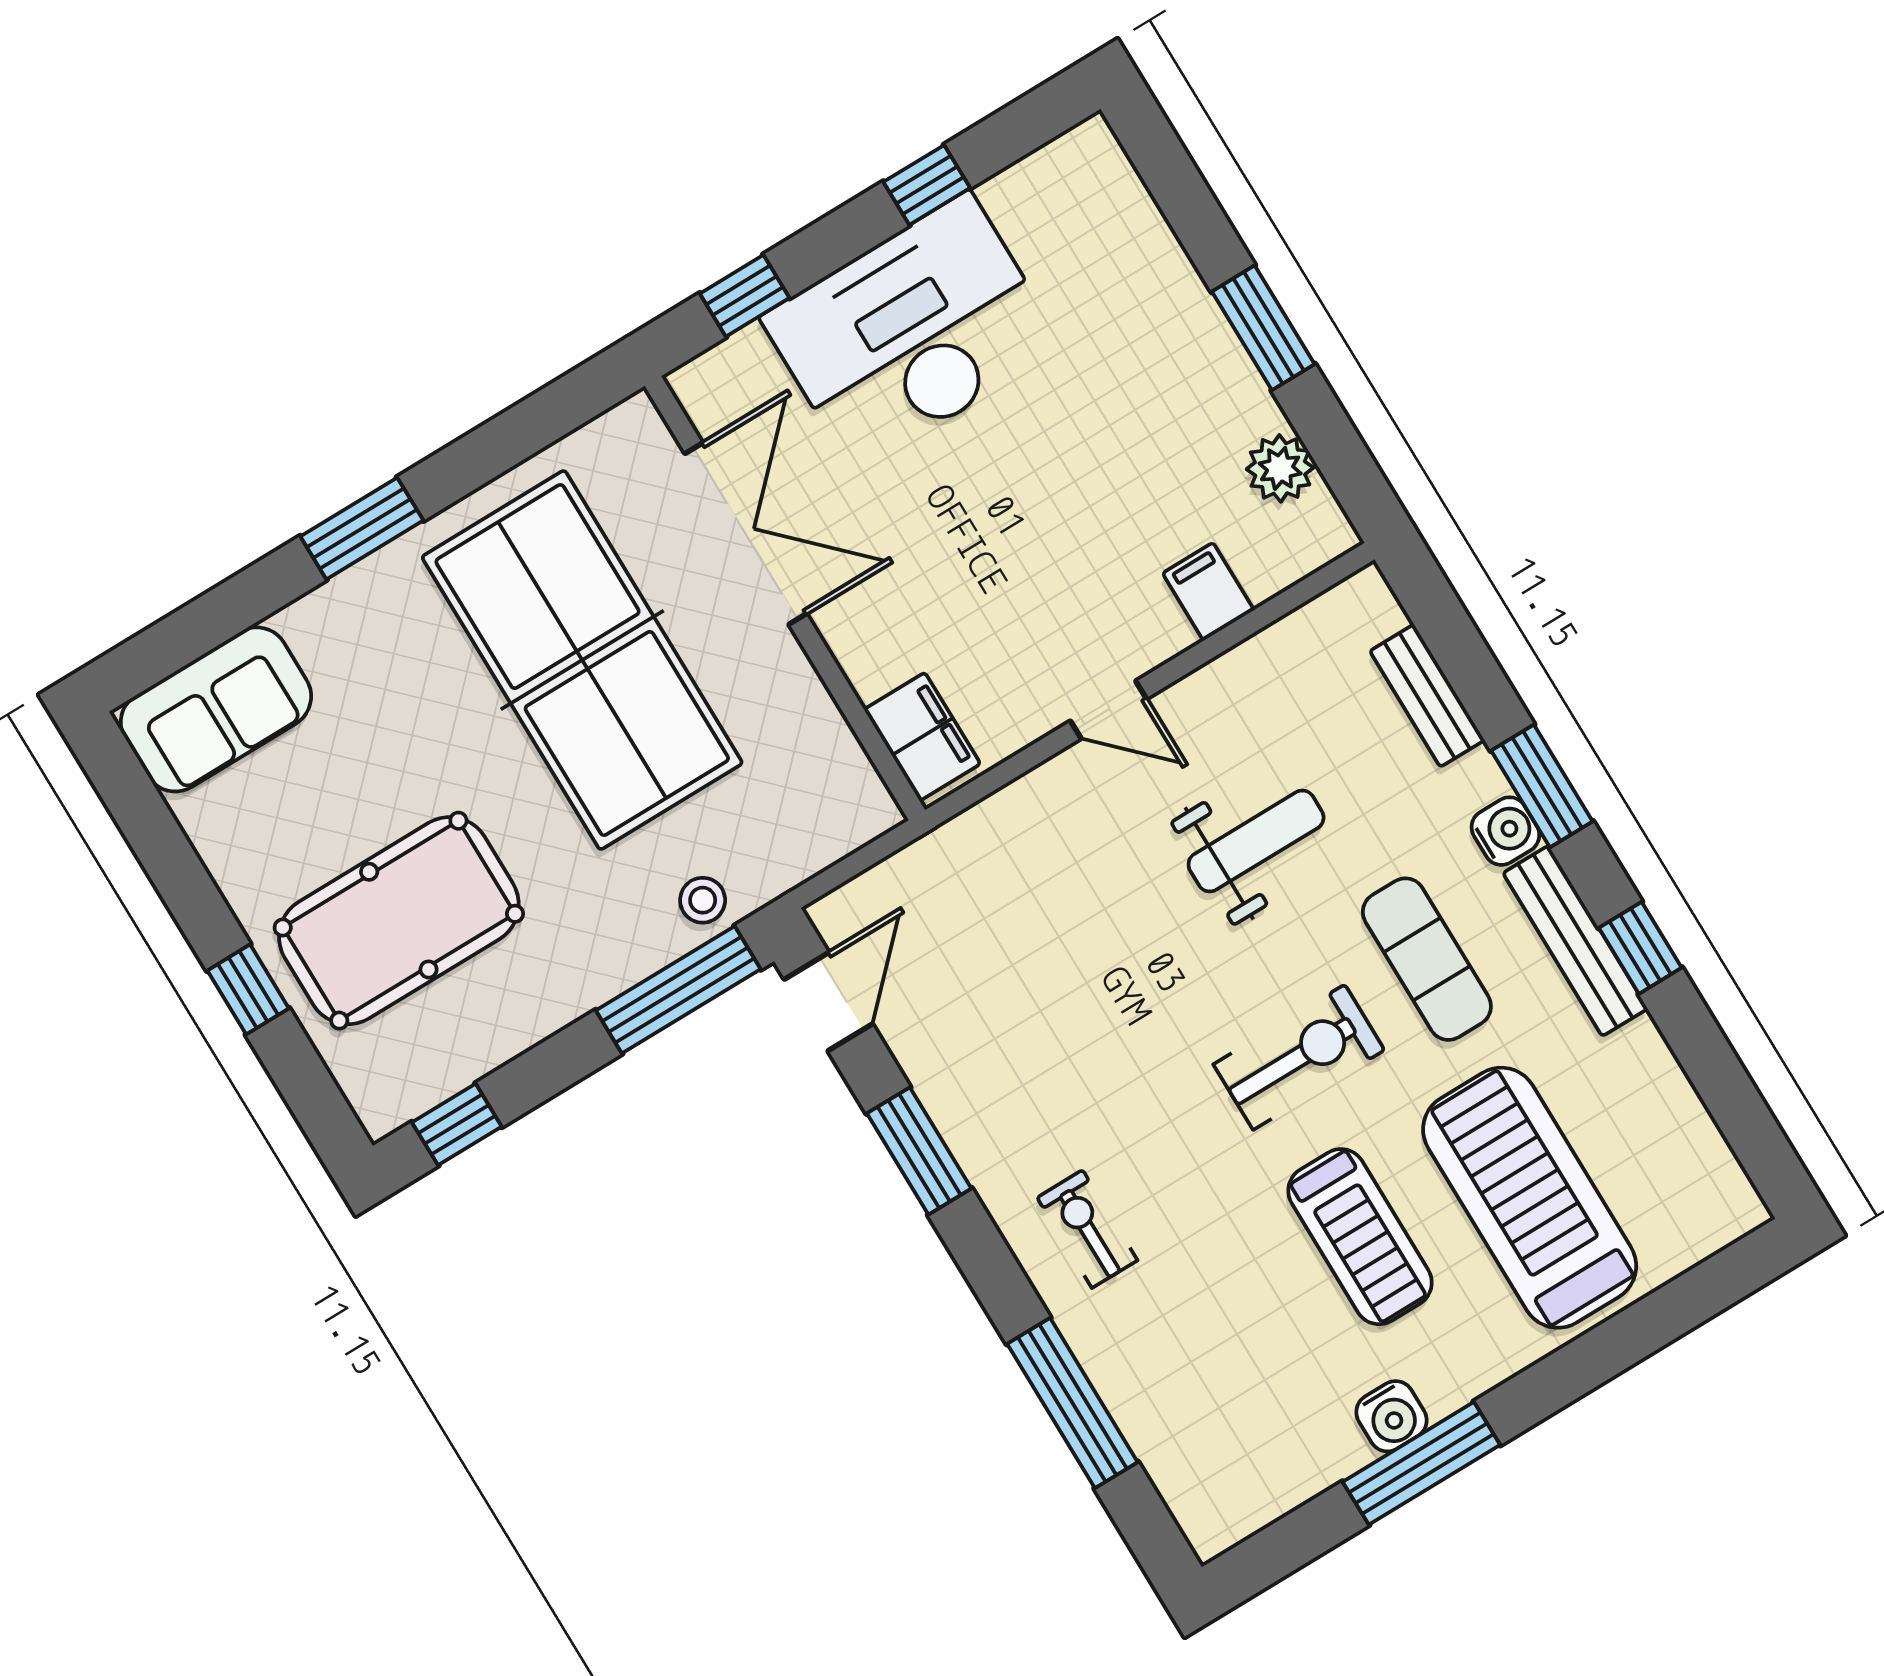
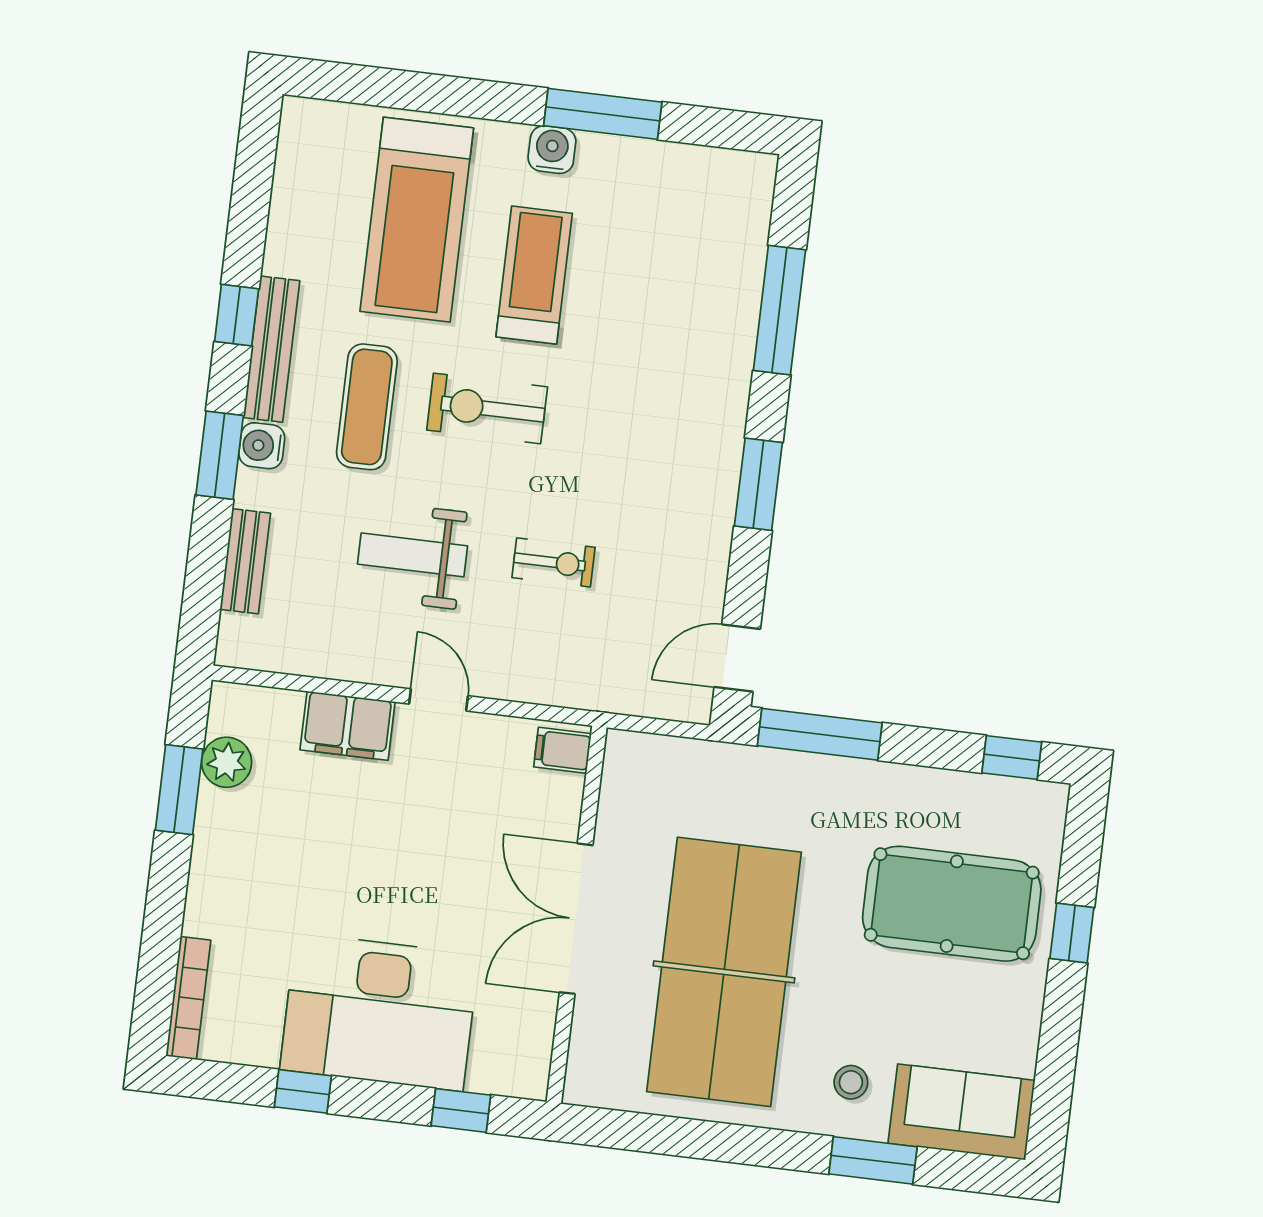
bookcase: (1125, 188) -> (188, 998), added
window: (1263, 328) -> (179, 790), moved
window: (362, 528) -> (873, 1160), moved
double door: (746, 534) -> (576, 919), moved
filing cabinet: (1208, 592) -> (348, 726), width x2.00
filing cabinet: (922, 737) -> (563, 750), width x0.50
stool: (703, 900) -> (851, 1082), moved
window: (919, 1151) -> (758, 484), moved
exercise bike: (1087, 1229) -> (553, 562), moved, turned -90
water cooler: (1391, 1416) -> (552, 150), moved

